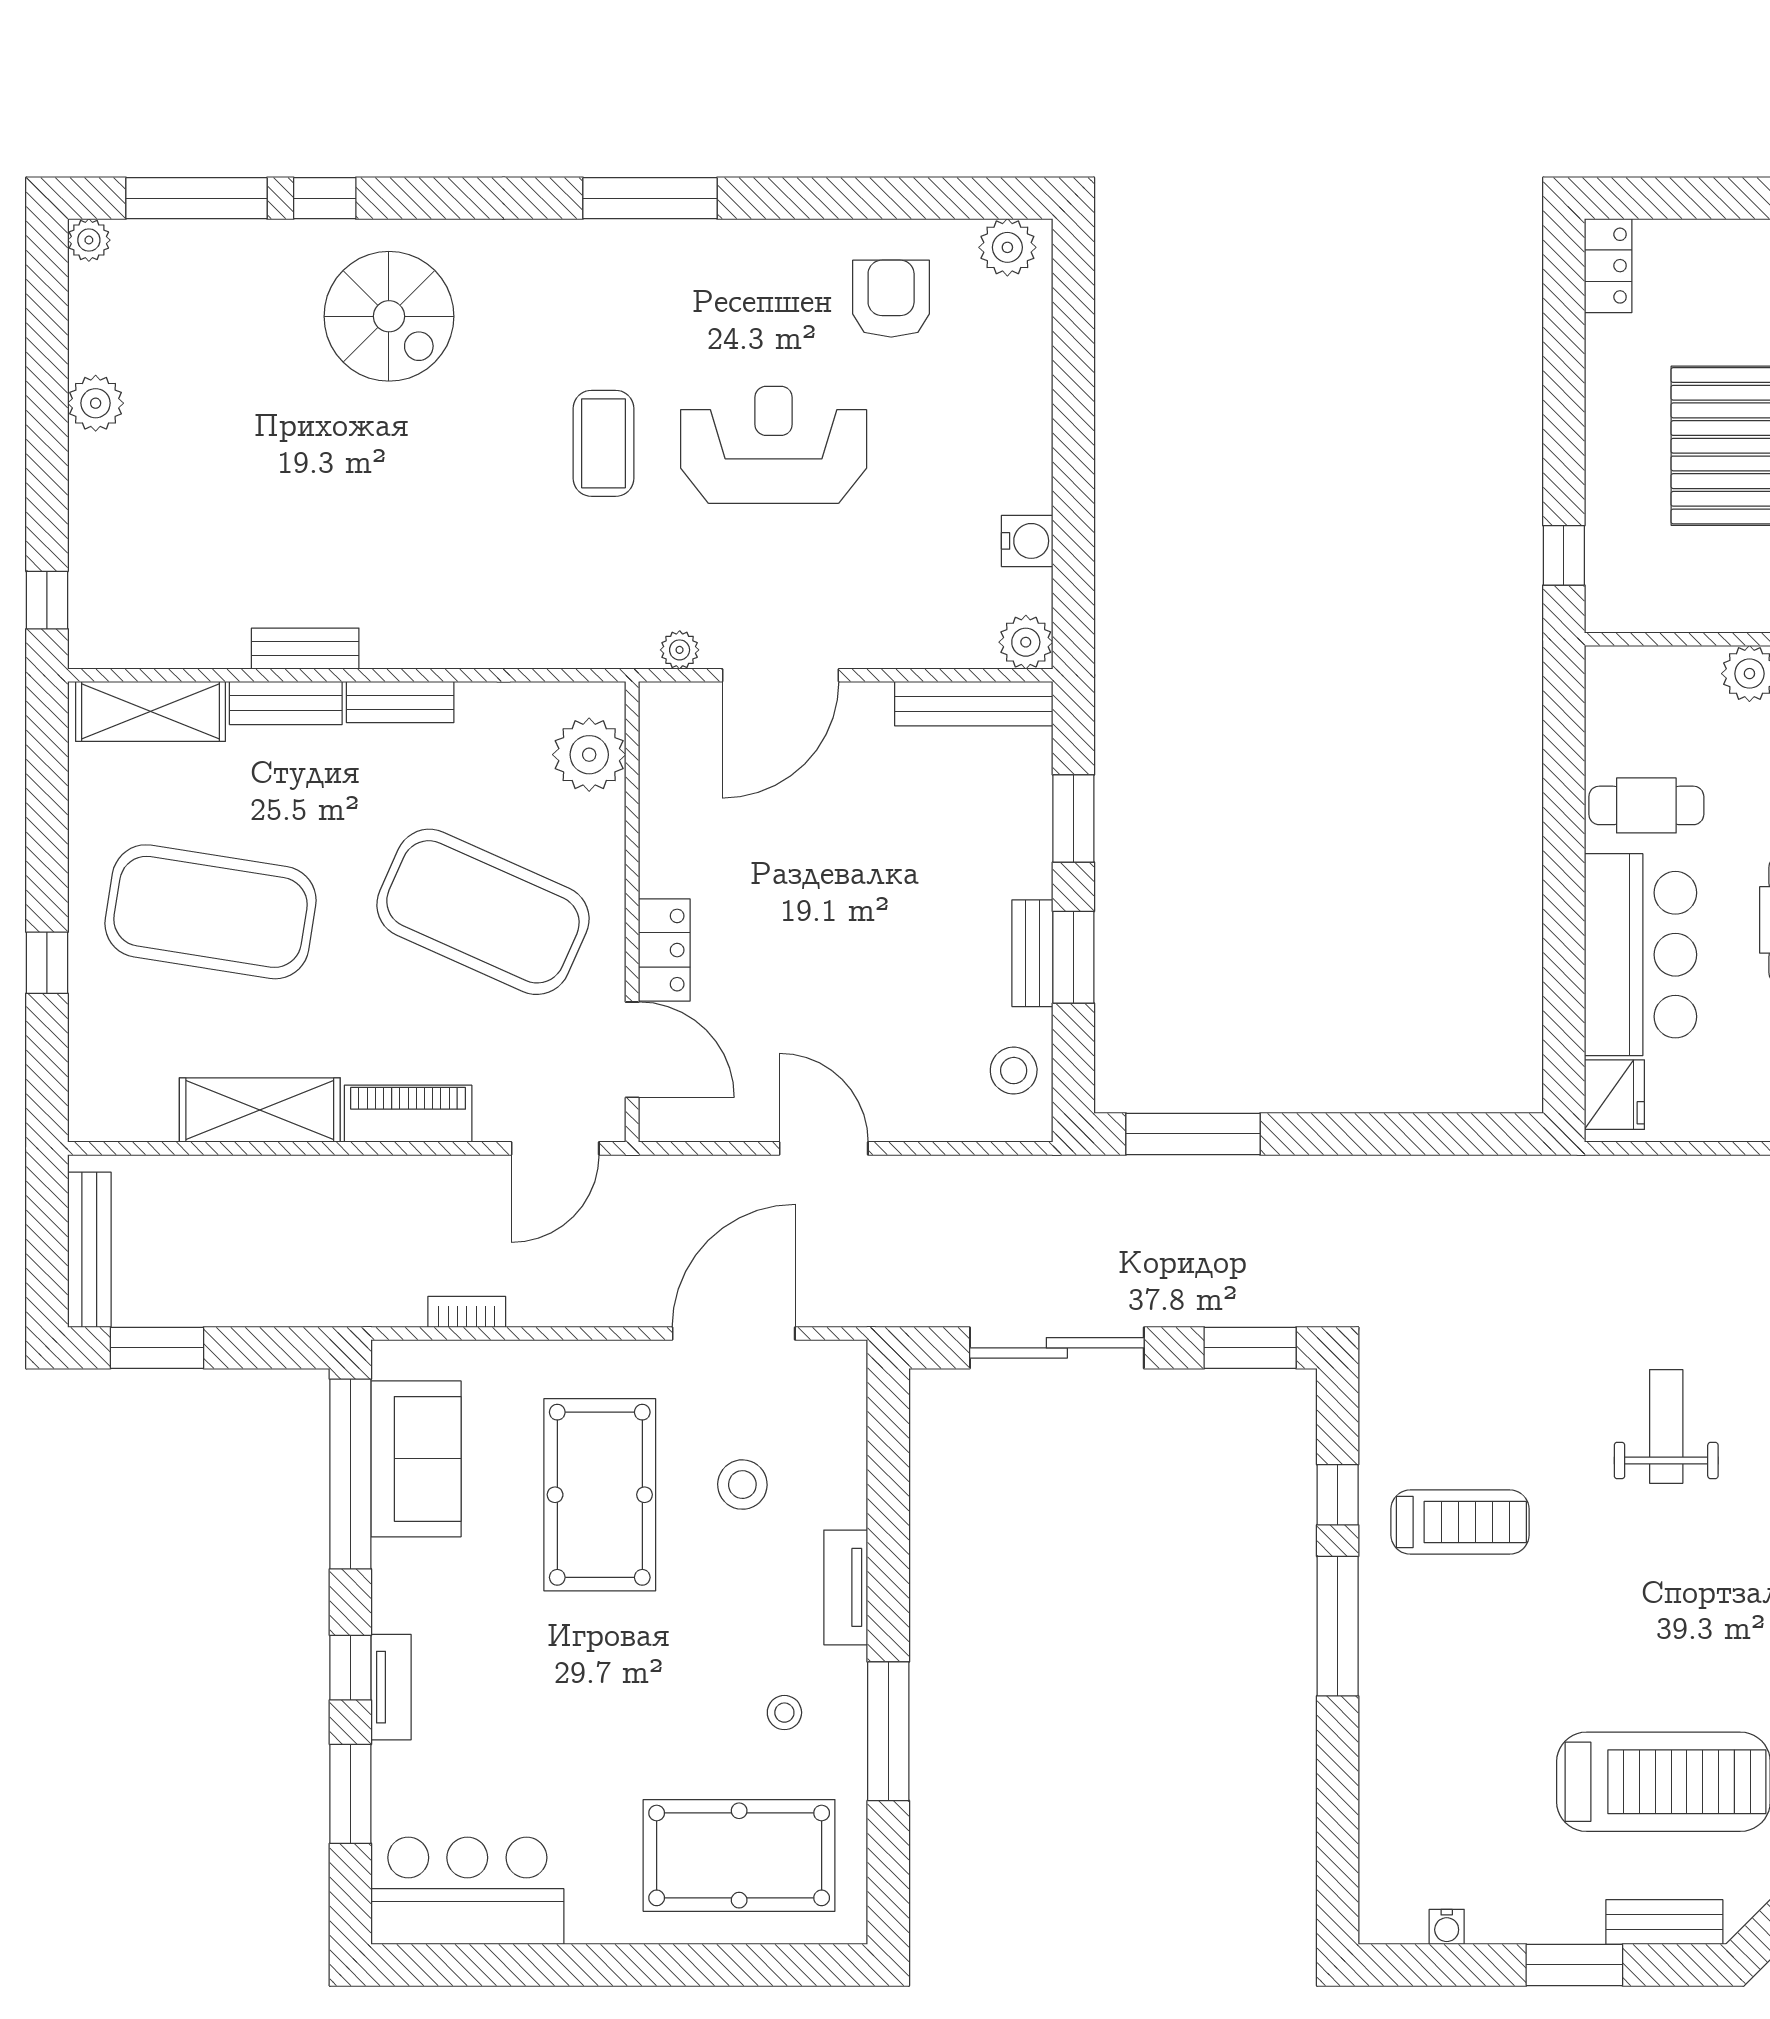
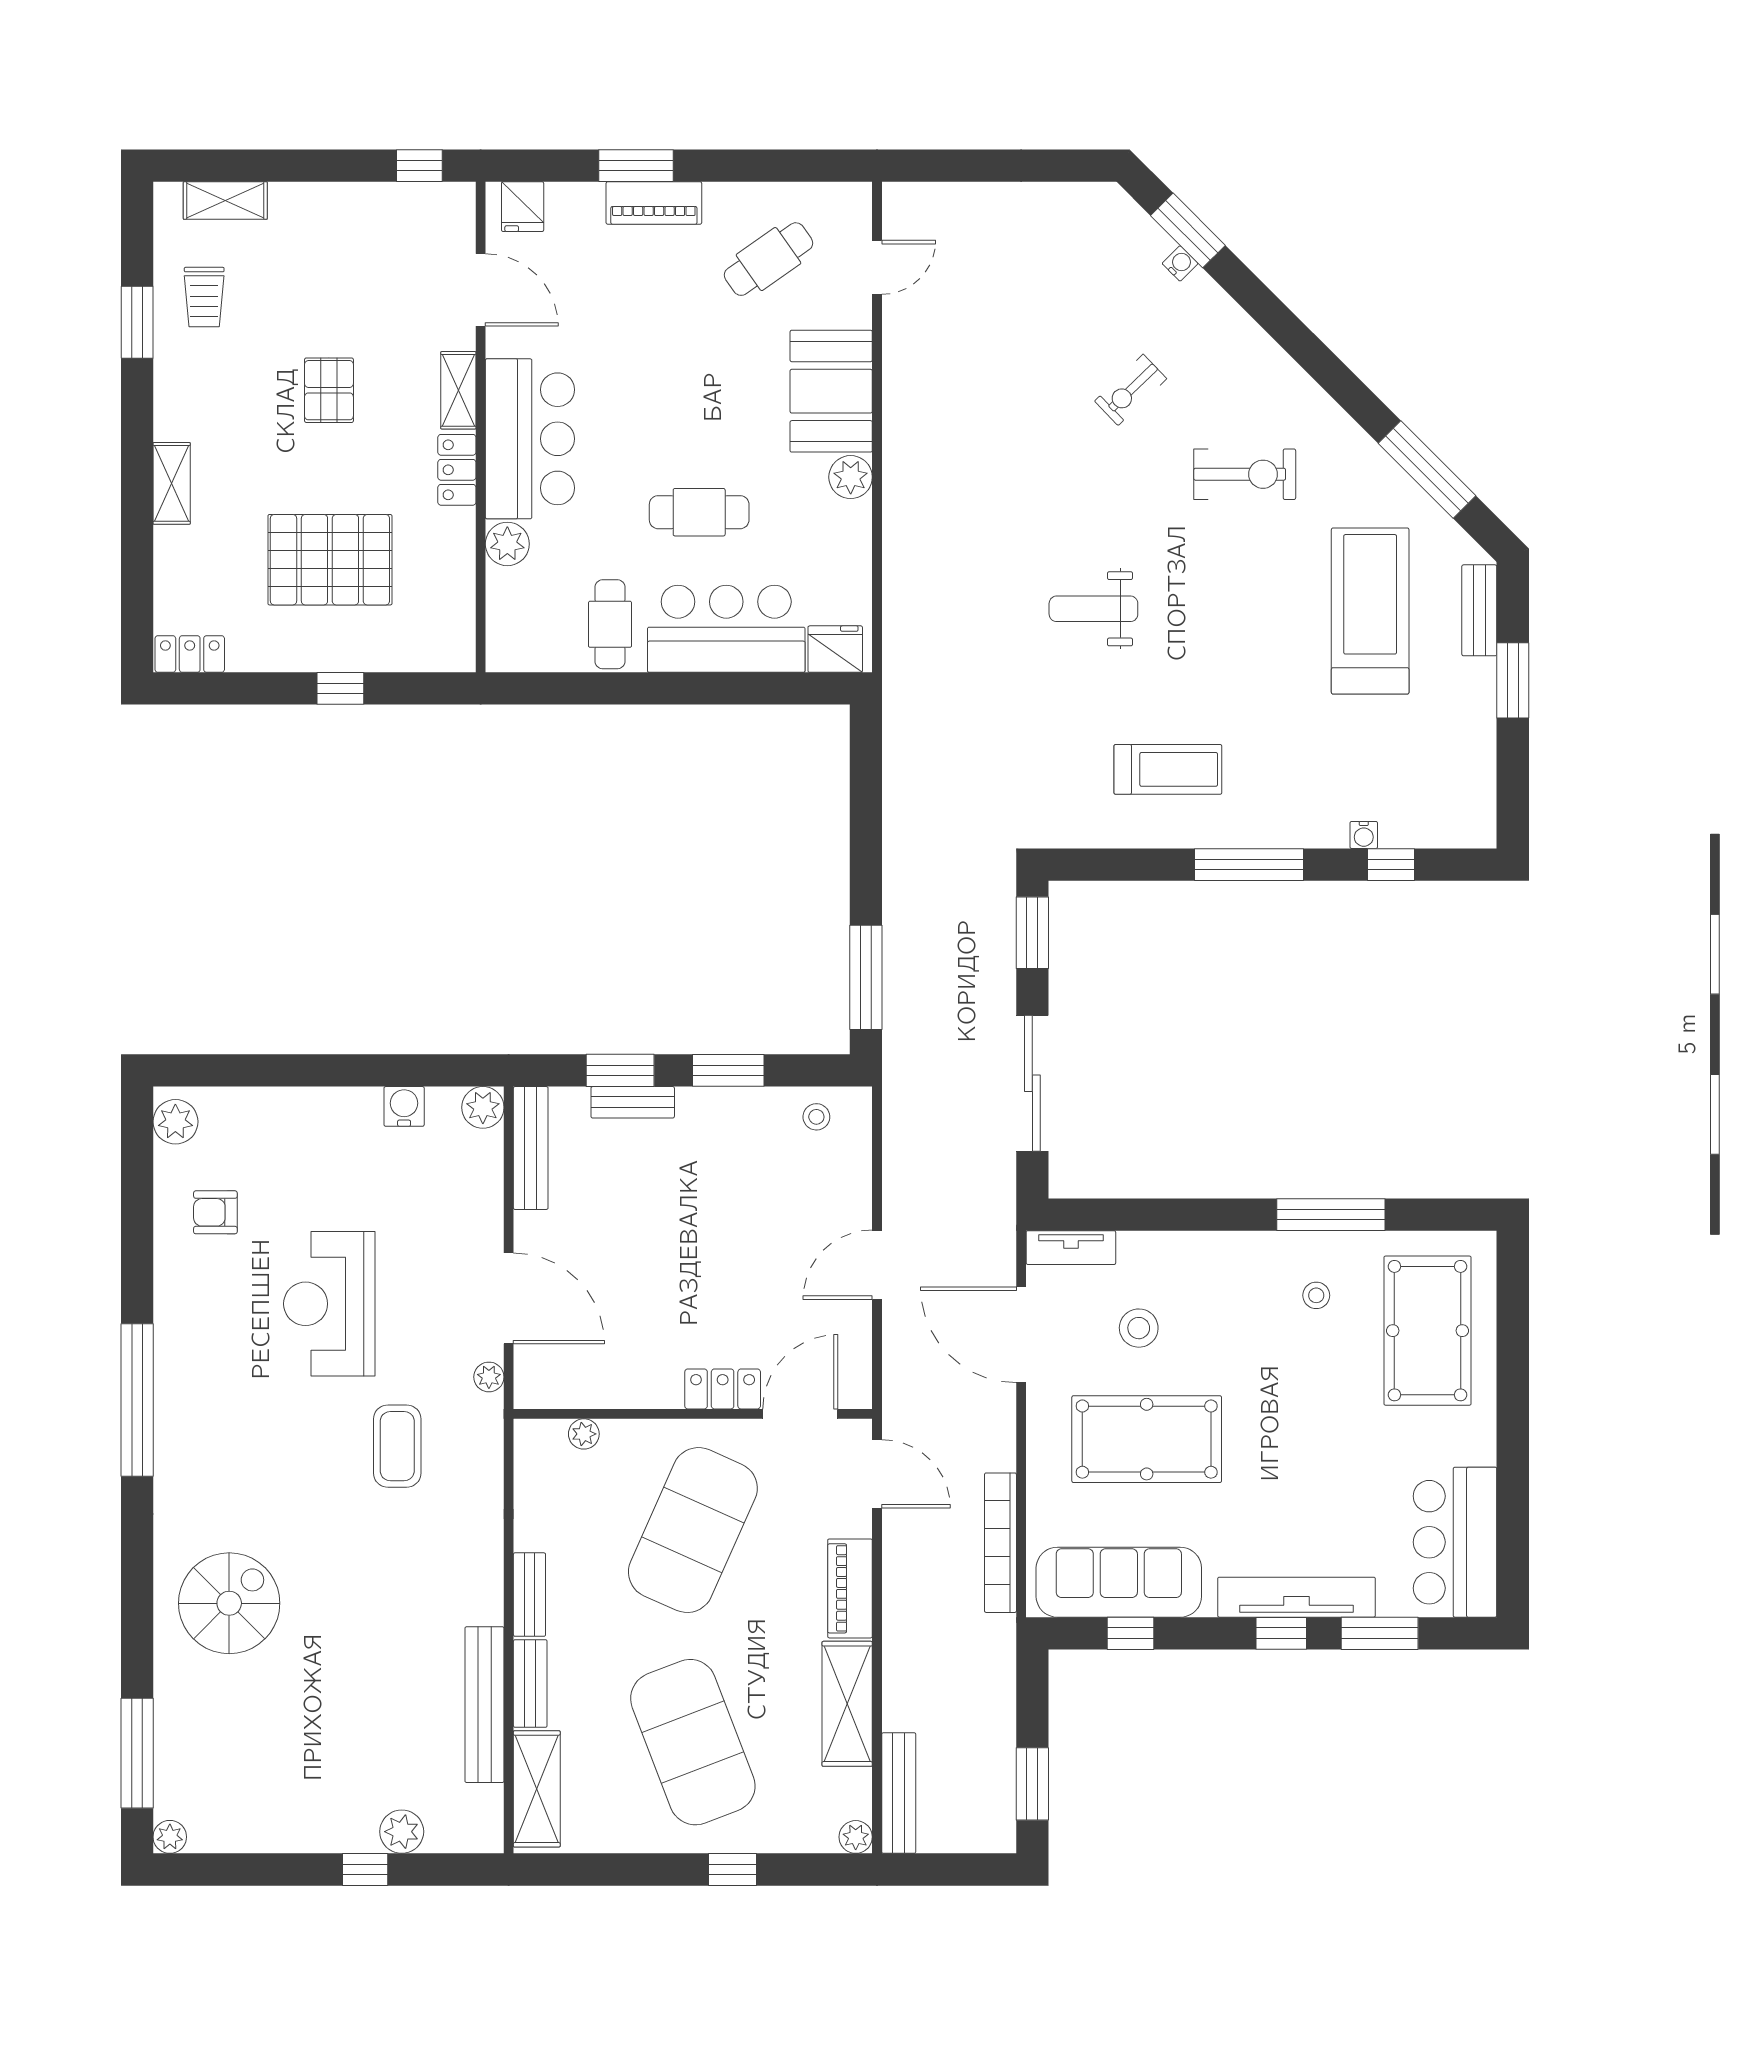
window: (325, 198) -> (137, 1653), removed
window: (650, 198) -> (137, 1400), width x1.46
armchair: (891, 299) -> (215, 1212), width x0.72, depth x0.72
plant: (96, 403) -> (402, 1832), moved
coffee table: (604, 443) -> (397, 1446), moved, turned 90
window: (1564, 555) -> (340, 688), moved
window: (47, 600) -> (365, 1869), moved
bench: (305, 649) -> (484, 1705), width x1.86, depth x1.21
plant: (589, 755) -> (584, 1434), width x0.53, depth x0.53
exercise mat: (211, 912) -> (693, 1742), turned -30
bench: (1032, 953) -> (633, 1102), moved
stool: (1014, 1071) -> (816, 1117), width x0.73, depth x0.73
plant: (89, 1121) -> (856, 1837), added
bench: (89, 1250) -> (899, 1793), moved, turned 90
bookcase: (467, 1312) -> (1000, 1543), width x2.31, depth x1.31
sofa: (416, 1459) -> (1119, 1582), width x1.36
window: (350, 1474) -> (1131, 1633), width x0.32
window: (1338, 1495) -> (1391, 865), moved
treadmill: (1460, 1522) -> (1168, 769), turned 90
tv unit: (846, 1587) -> (1071, 1248), moved
tv unit: (391, 1687) -> (1296, 1597), width x1.92, depth x1.29
water cooler: (1447, 1927) -> (1364, 835), moved, turned 90

